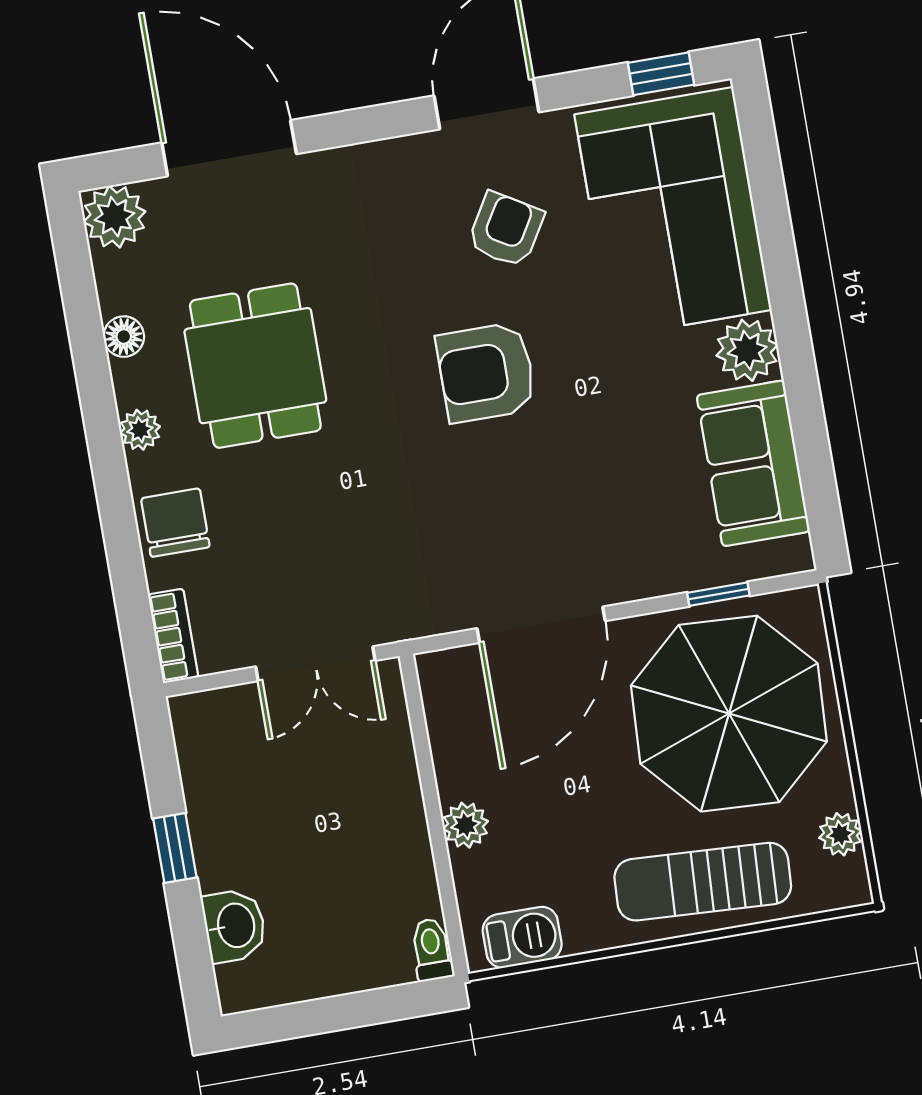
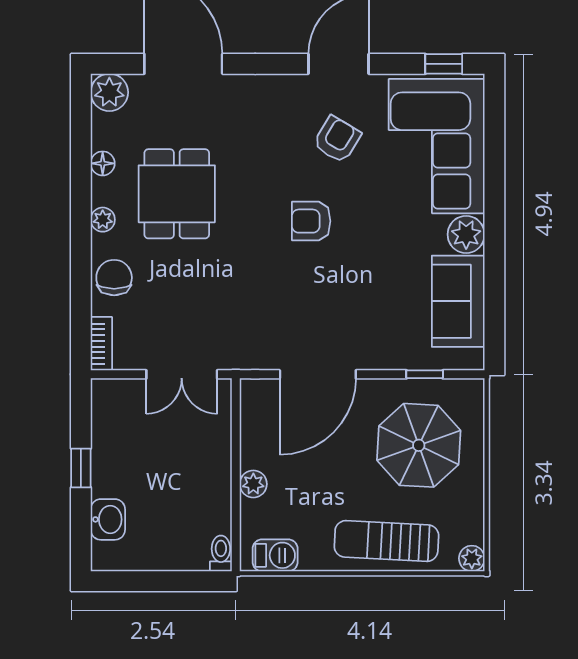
armchair: (486, 372) -> (311, 221), width x0.72, depth x0.72
parasol: (729, 714) -> (419, 445), width x0.73, depth x0.73
plant: (840, 834) -> (472, 558), moved

